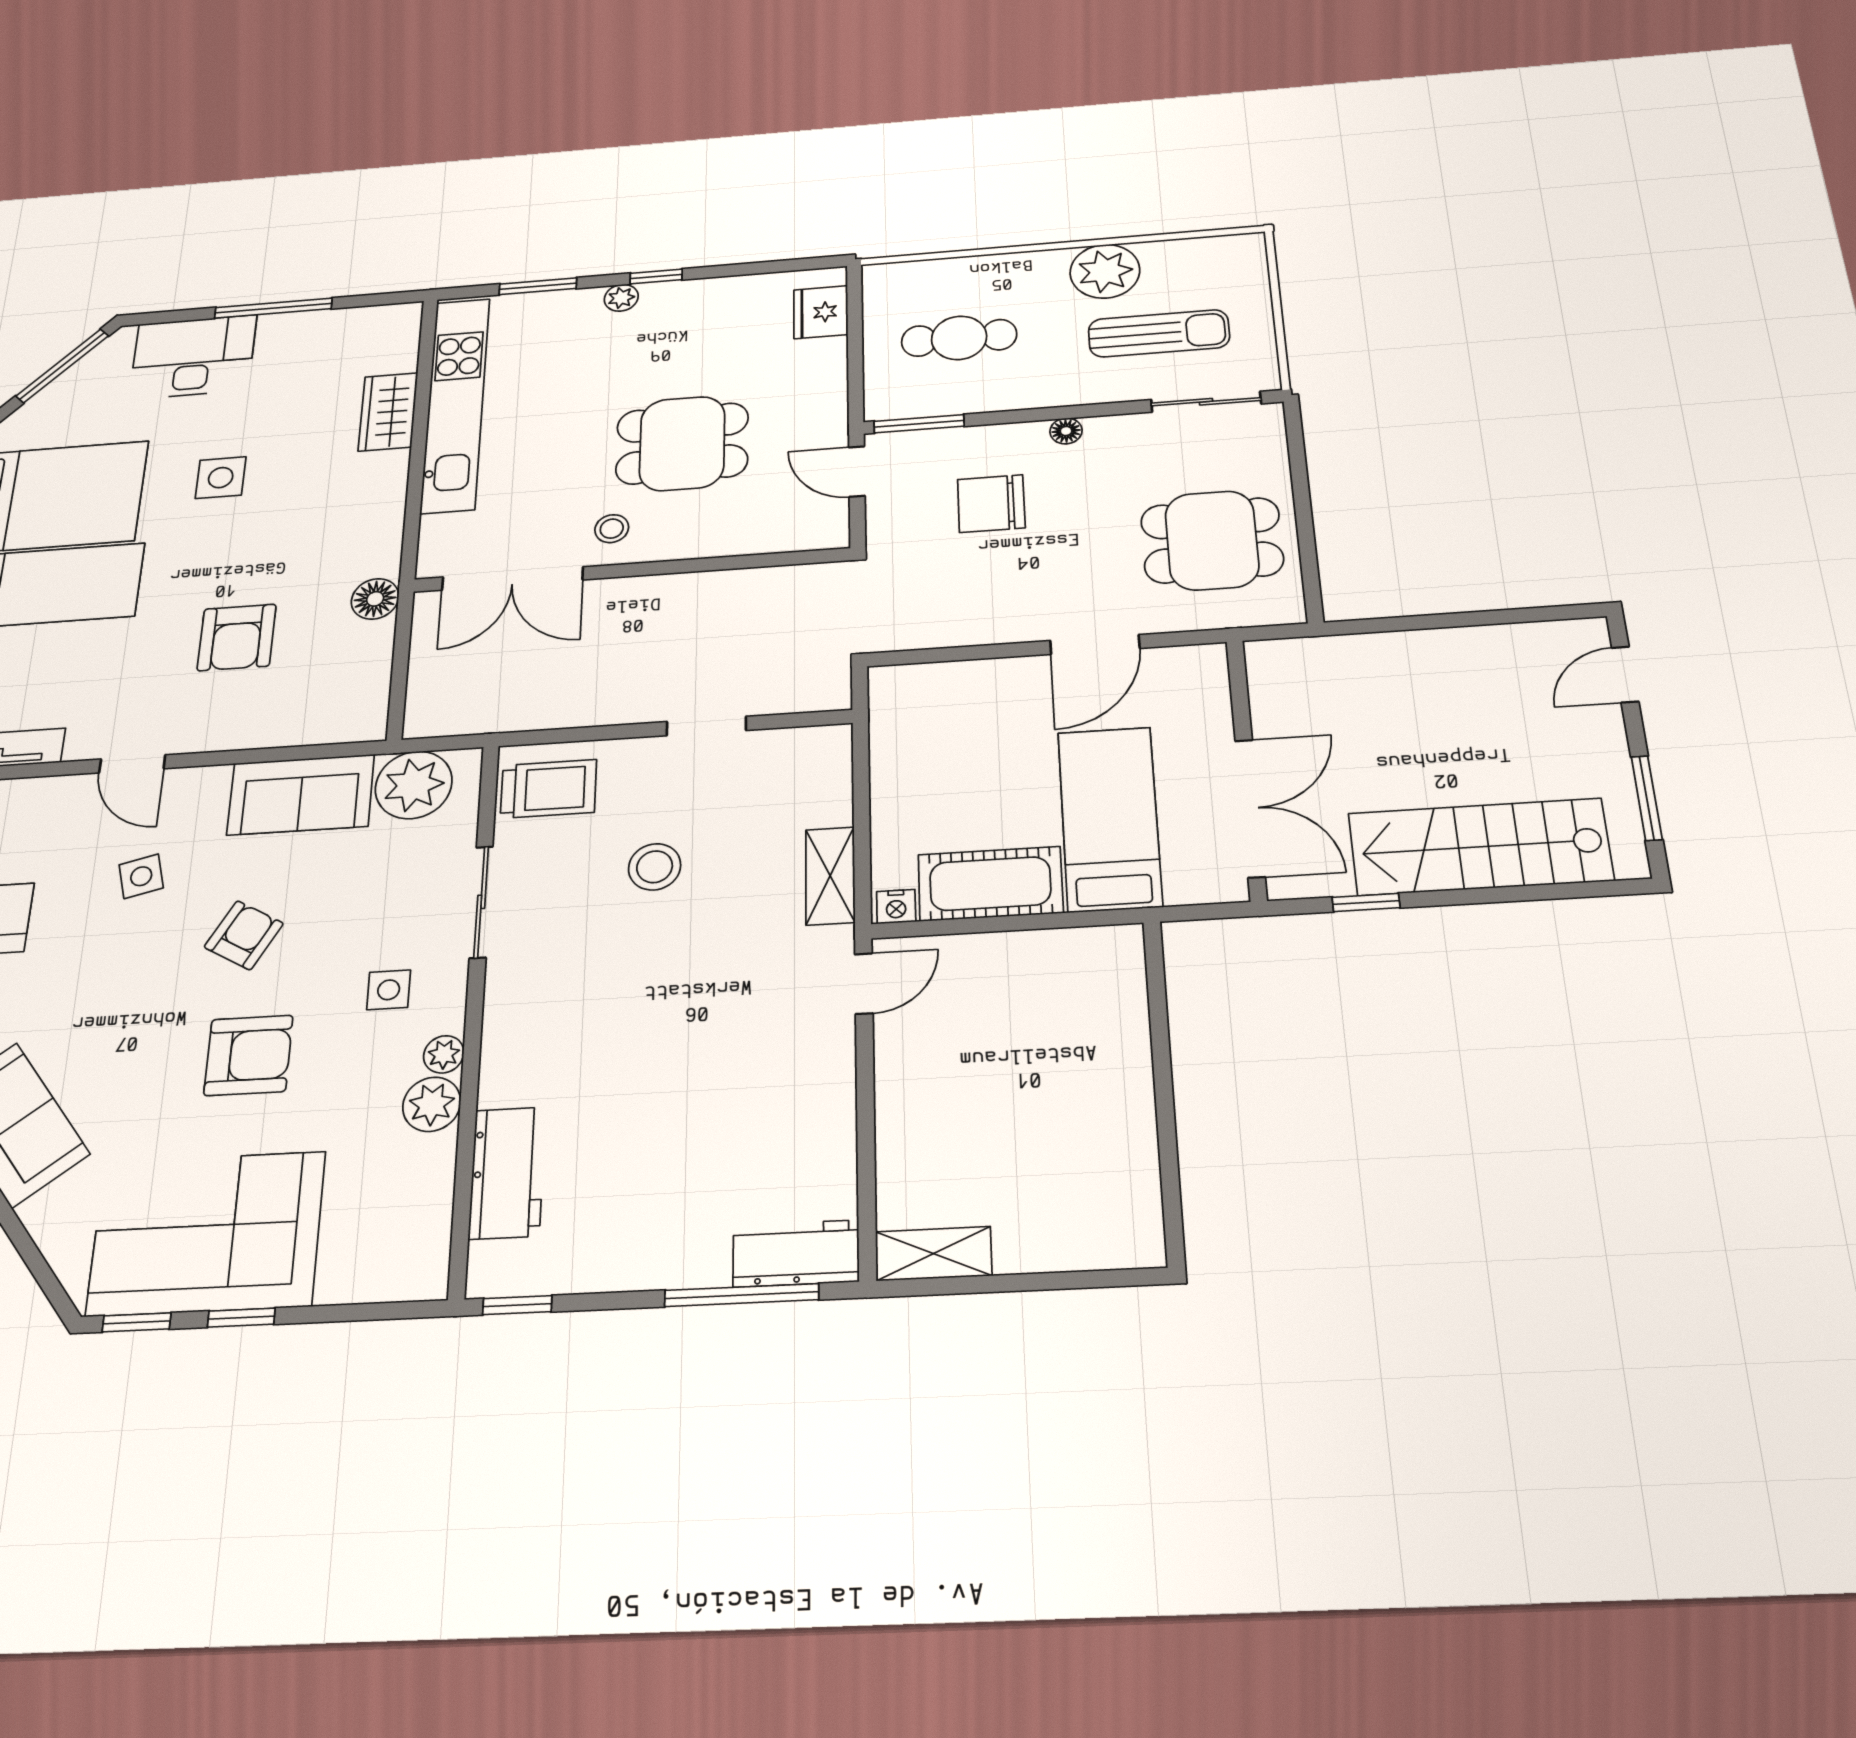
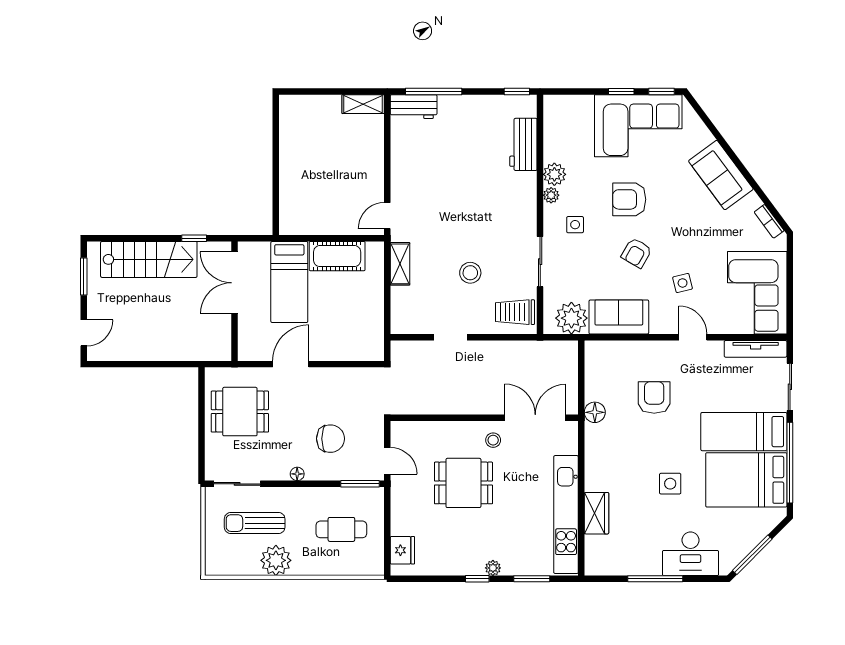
nightstand: (896, 907) -> (374, 248), removed

